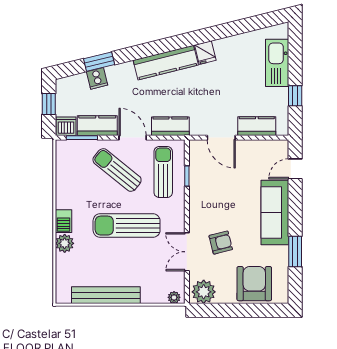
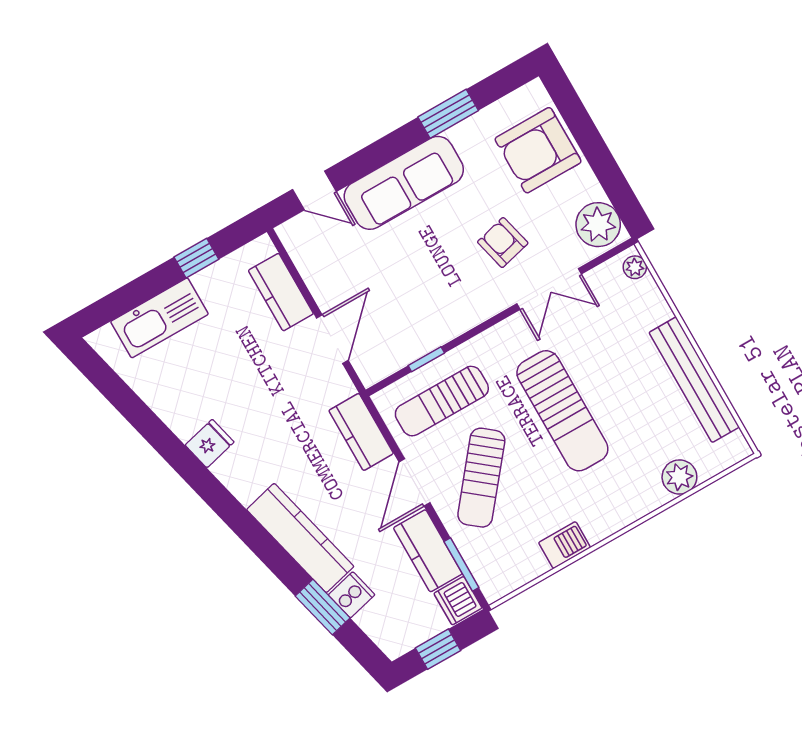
kitchen counter: (166, 63) -> (300, 538), moved
barbecue: (64, 221) -> (565, 545), moved
plant: (65, 243) -> (679, 477), moved

